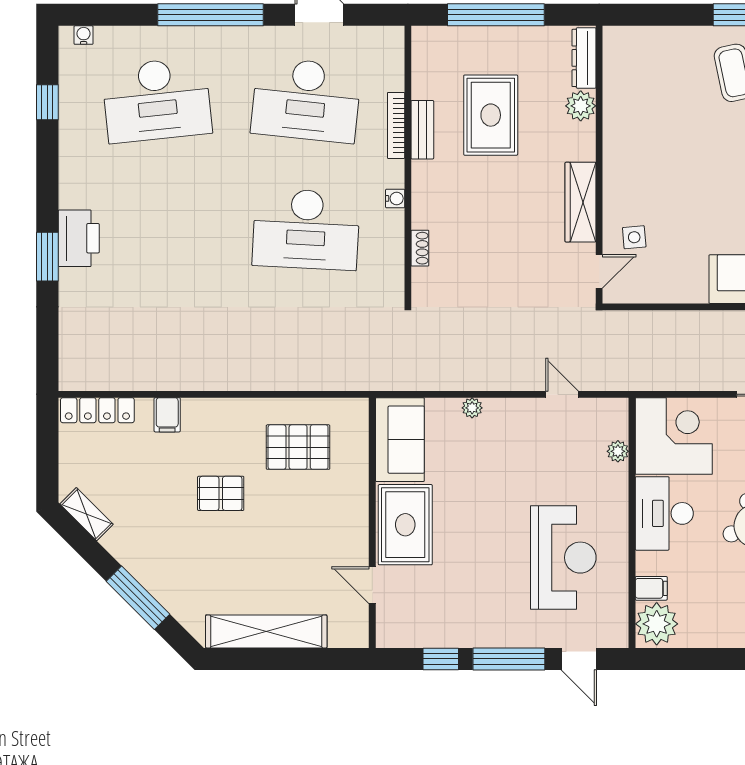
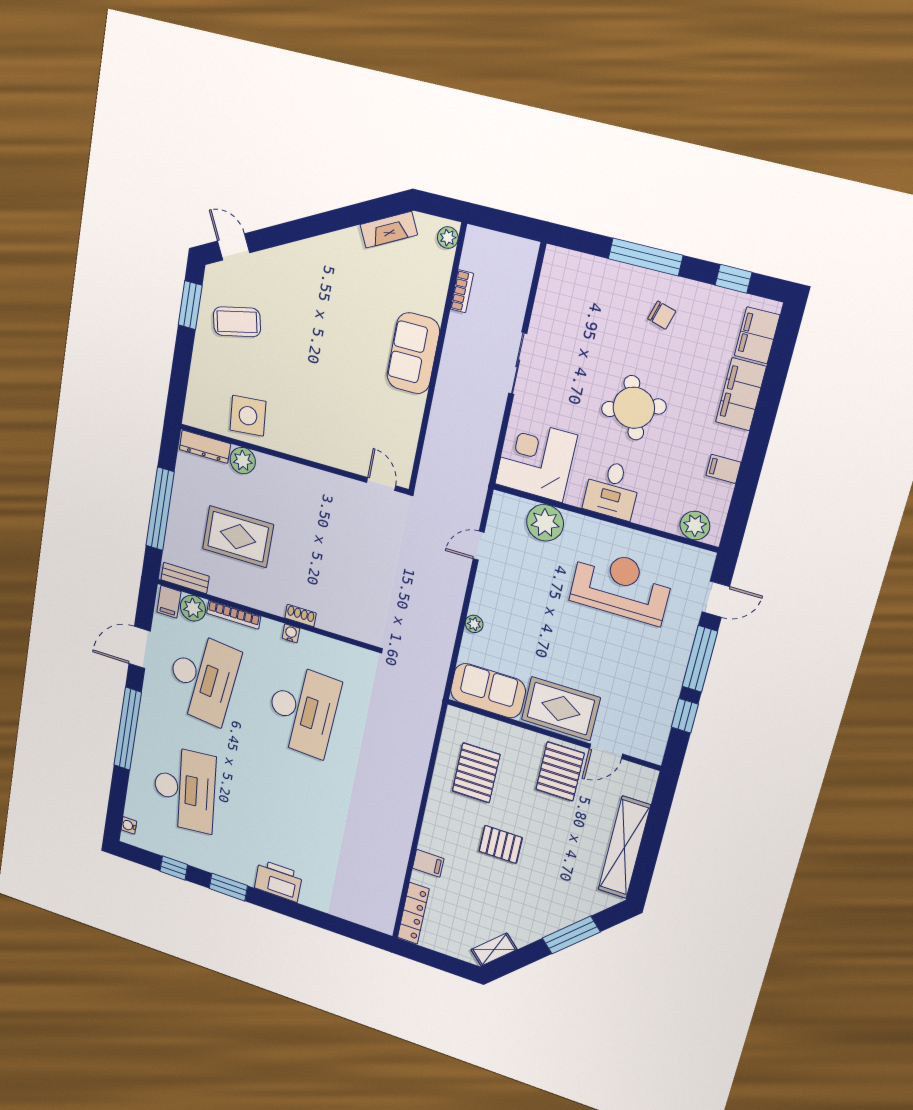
filing cabinet: (387, 43) -> (169, 602), added
plant: (389, 74) -> (193, 608), added
bench: (422, 130) -> (185, 578), moved
wardrobe: (581, 202) -> (321, 483), removed
side table: (634, 237) -> (248, 416), moved, width x1.87, depth x1.87
shoe rack: (420, 248) -> (300, 616), moved
window: (47, 257) -> (228, 887), moved
plant: (618, 451) -> (545, 523), width x1.87, depth x1.87
pallet: (221, 493) -> (501, 844), turned 90
desk: (664, 513) -> (612, 490), width x0.73
pallet: (332, 540) -> (560, 771), added
filing cabinet: (651, 588) -> (724, 469), moved, turned -90
plant: (657, 624) -> (695, 525), width x0.73, depth x0.73

